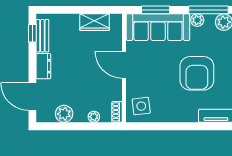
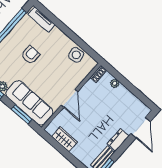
armchair: (197, 73) -> (30, 55), width x0.53, depth x0.53
side table: (141, 106) -> (76, 55), moved
plant: (64, 114) -> (131, 101), removed

